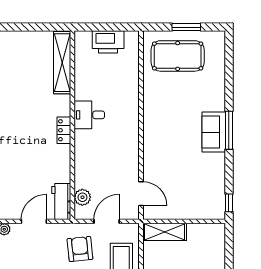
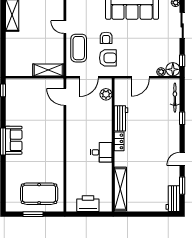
workbench: (61, 202) -> (121, 118), moved
armchair: (80, 249) -> (108, 58), turned -84

